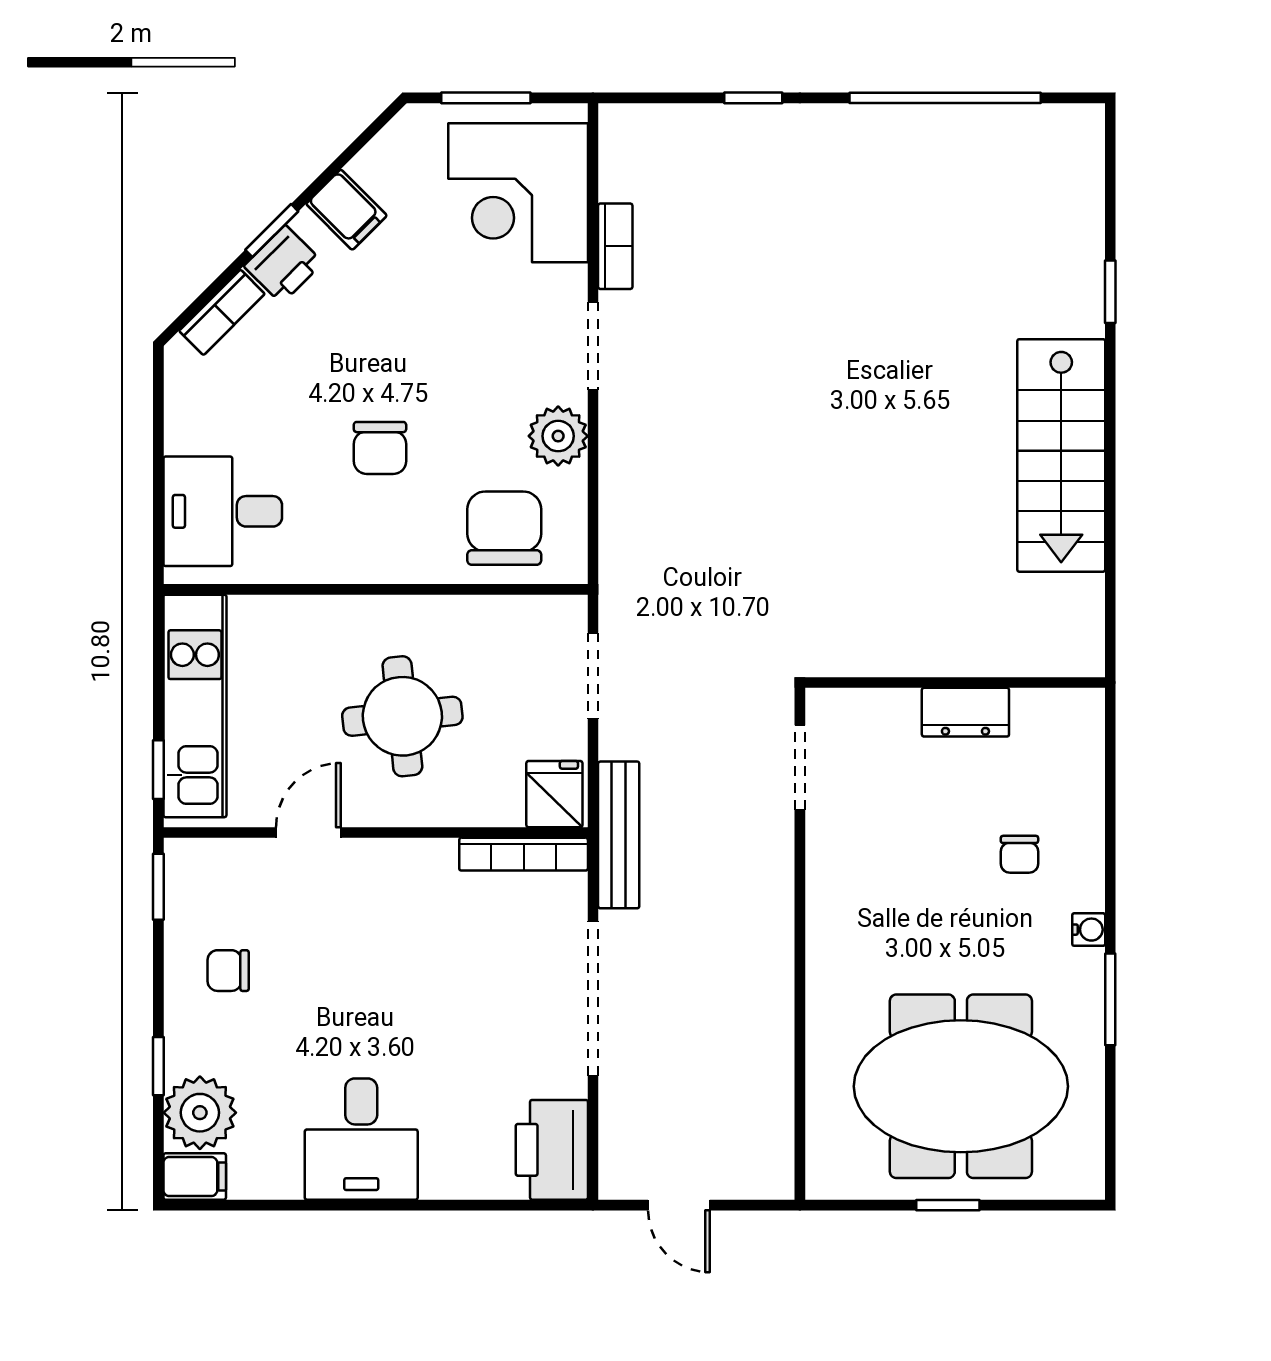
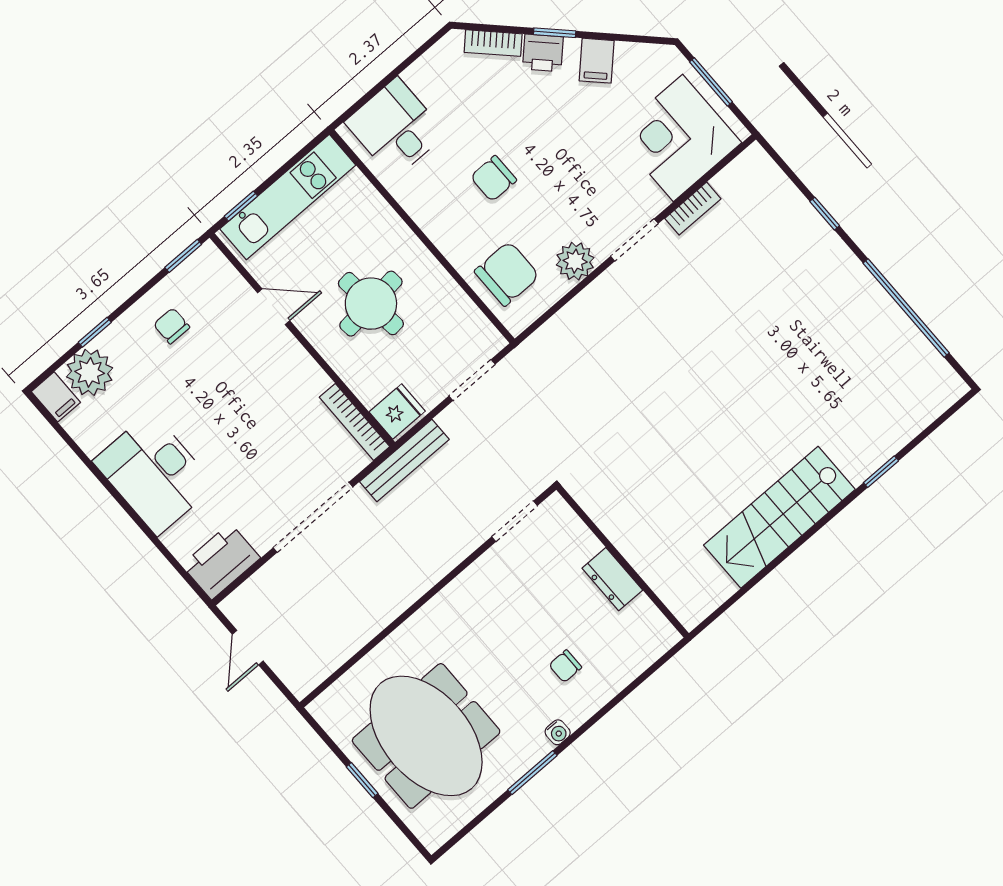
desk: (361, 1139) -> (154, 473), width x1.37

